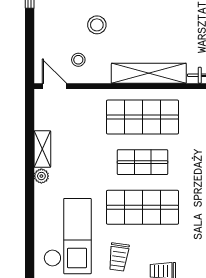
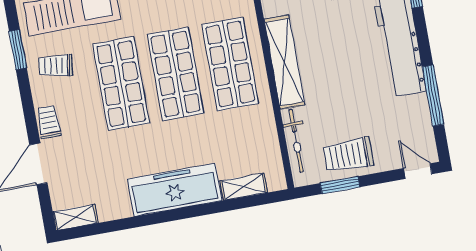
shop shelf: (143, 162) -> (176, 74), width x1.43, depth x1.36

